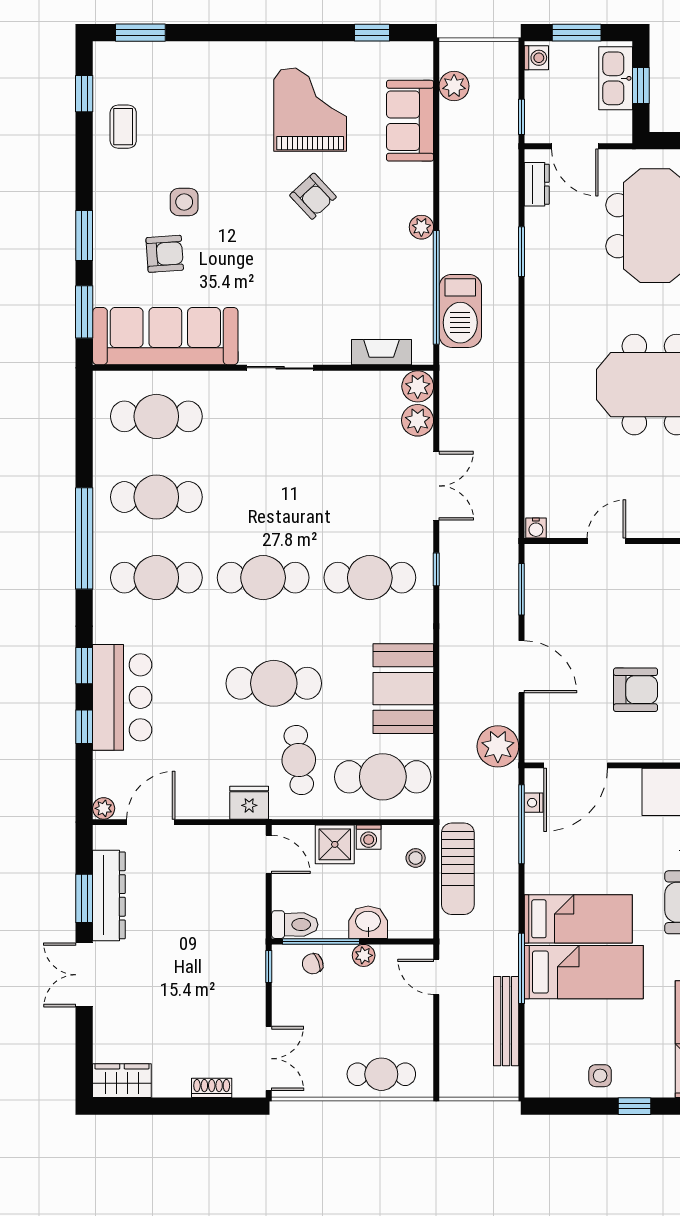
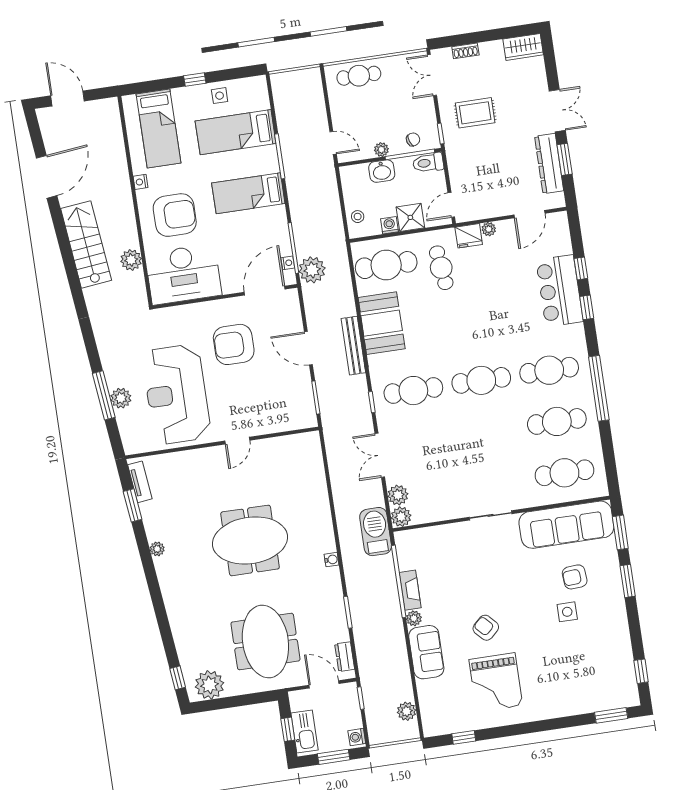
sofa: (410, 121) -> (426, 652), moved
coffee table: (123, 127) -> (613, 654), removed
barbecue: (460, 311) -> (376, 532), moved
fireplace: (381, 352) -> (410, 590), moved, turned -90
water cooler: (536, 528) -> (332, 560), moved, turned 90
door: (606, 541) -> (237, 441), moved
cafe table: (274, 683) -> (464, 314), removed
armchair: (636, 690) -> (234, 344), width x1.36, depth x1.36
plant: (498, 746) -> (312, 270), moved
plant: (104, 808) -> (489, 229), moved
door: (269, 854) -> (451, 205), hinge flipped
sun lounger: (458, 869) -> (330, 214), removed
bed: (584, 972) -> (236, 132), moved
rug: (211, 990) -> (475, 113), added
bench: (506, 1021) -> (353, 346), moved

